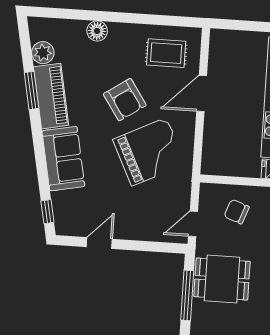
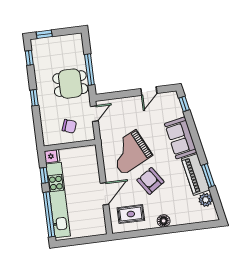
floor lamp: (97, 31) -> (164, 221), moved

